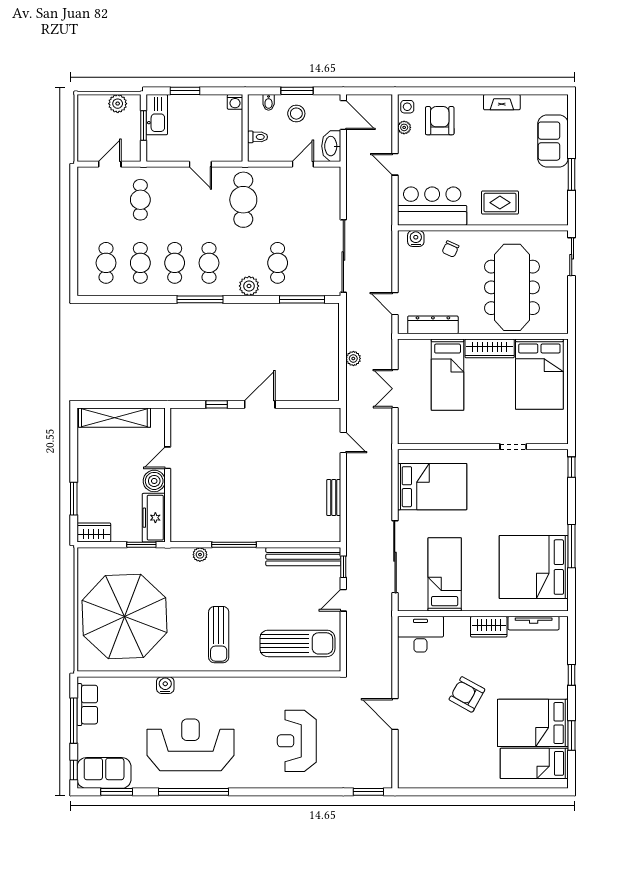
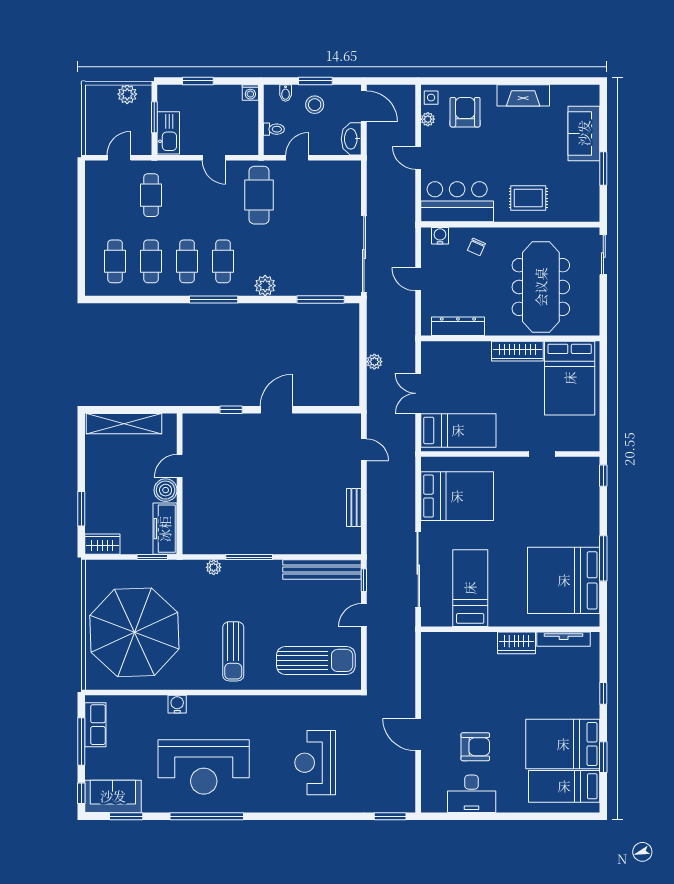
fireplace: (502, 102) -> (523, 95), width x1.37, depth x1.32
kitchen sink: (157, 115) -> (168, 133), moved
door: (303, 164) -> (297, 158), moved
cafe table: (278, 263) -> (295, 261), removed
door: (395, 304) -> (418, 279), moved
bed: (448, 375) -> (458, 430), moved, turned -90
desk: (420, 634) -> (472, 794), moved, turned 180
armchair: (467, 694) -> (475, 747), moved, turned 151
reception desk: (191, 745) -> (204, 767), turned 180

